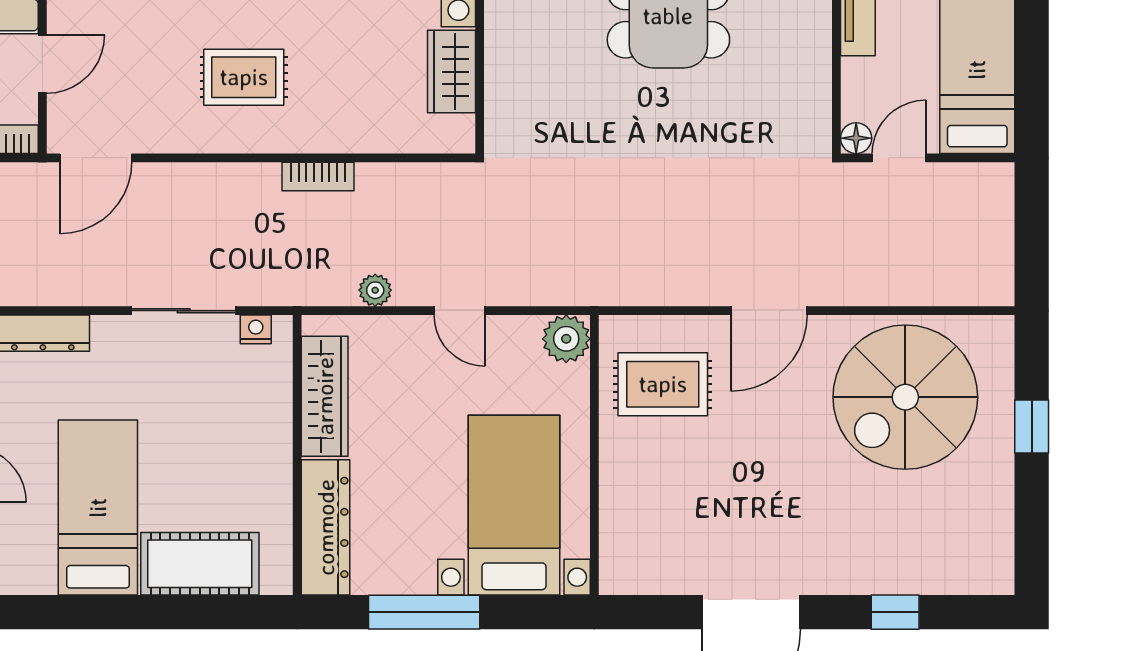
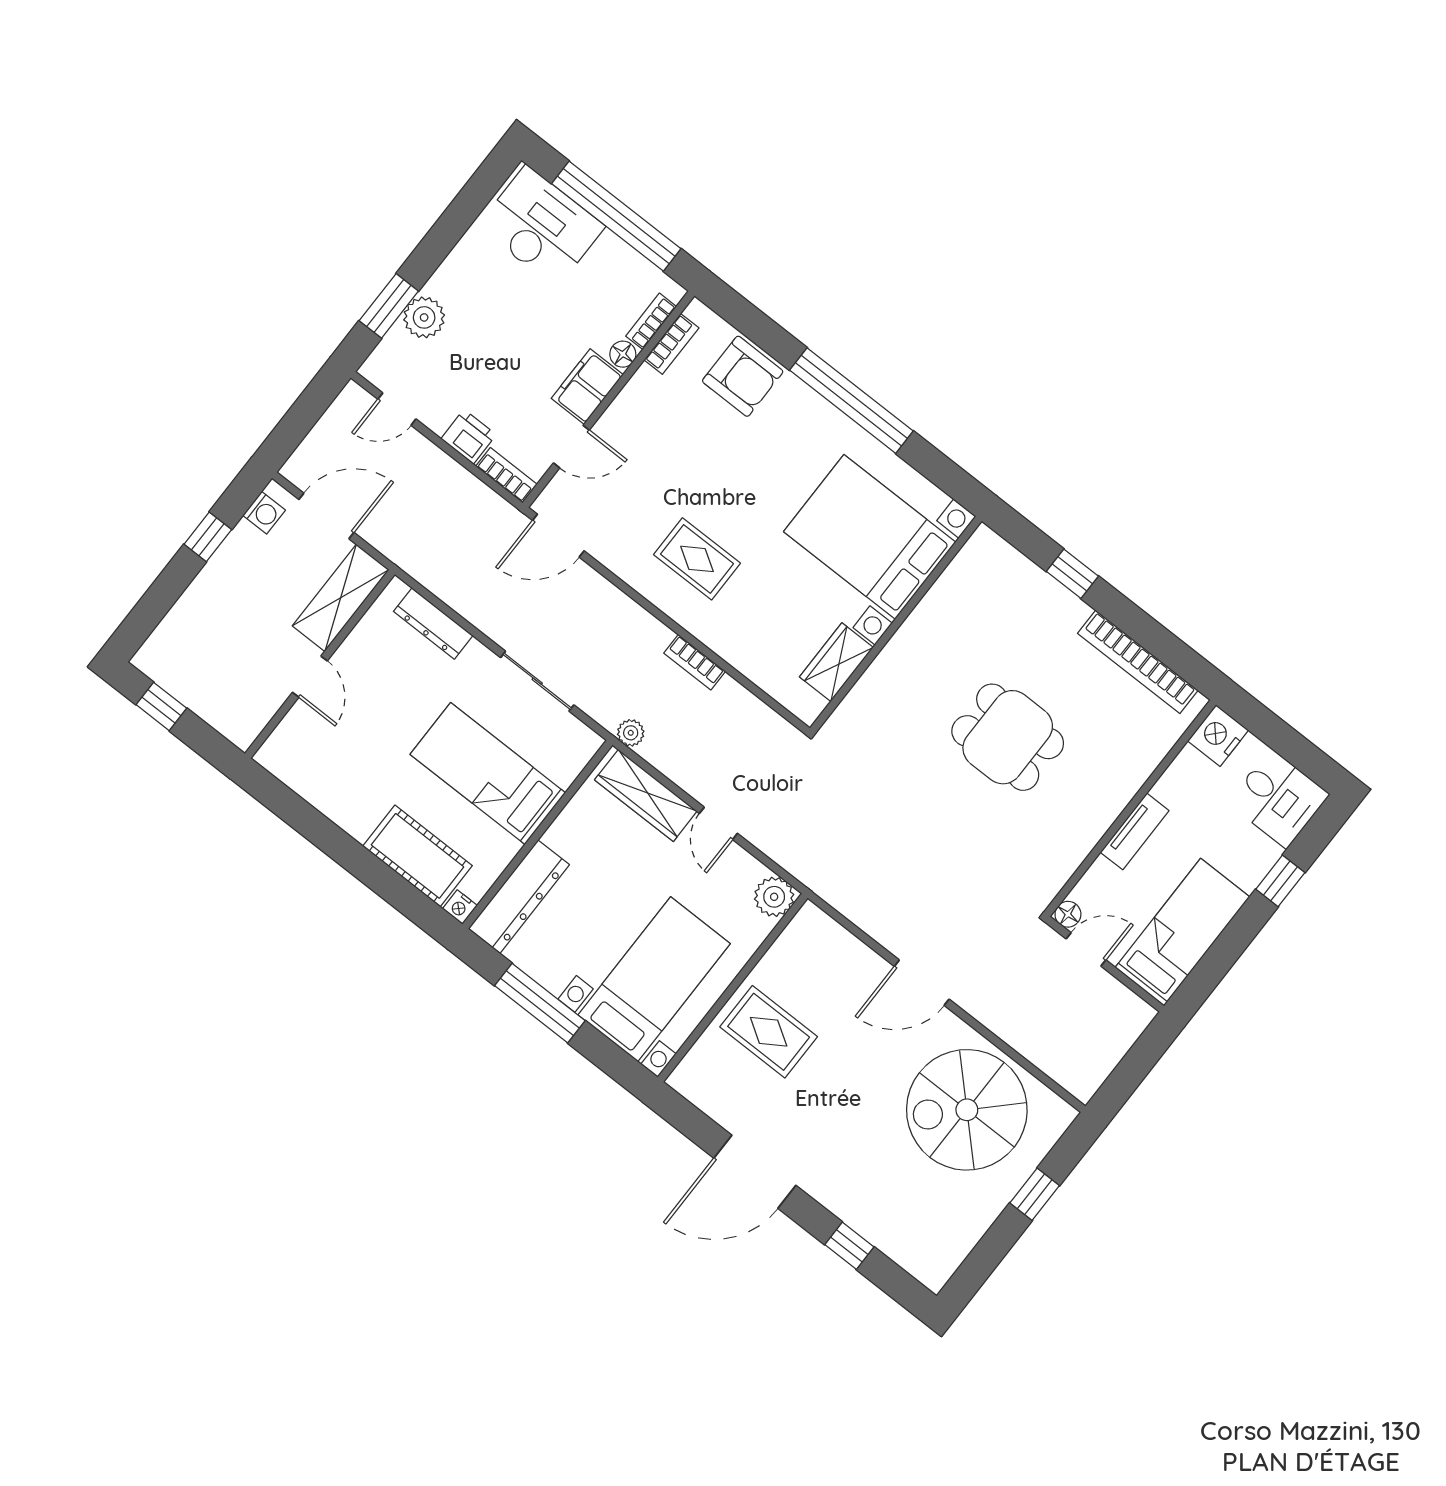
plant: (375, 290) -> (631, 733), moved
nightstand: (256, 329) -> (460, 907), moved, turned 180
rug: (663, 384) -> (769, 1032), moved
wardrobe: (325, 396) -> (646, 796), moved, turned 90
bed: (98, 508) -> (488, 774), moved, turned -90

